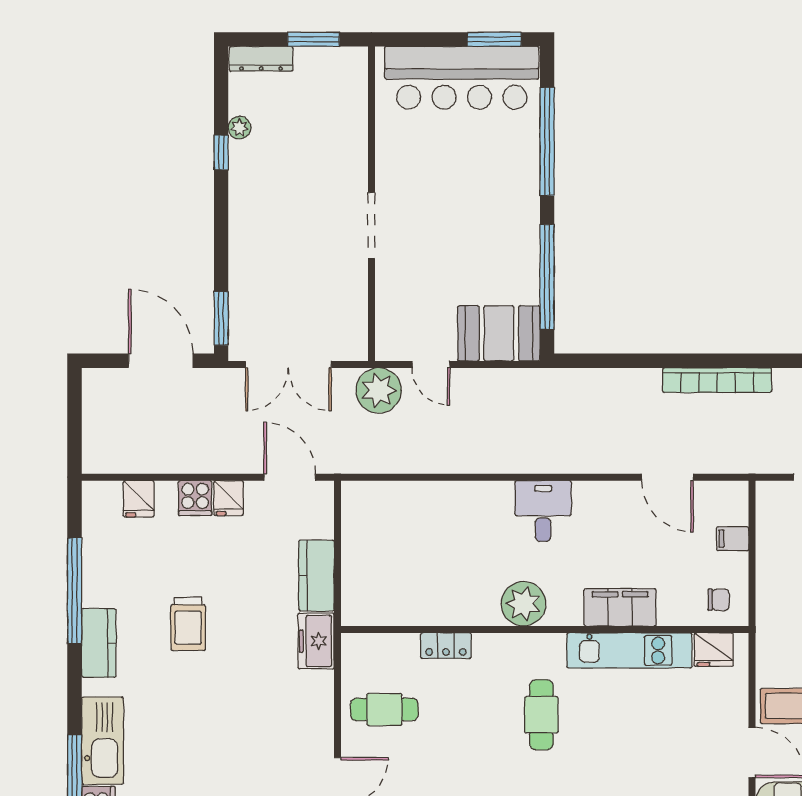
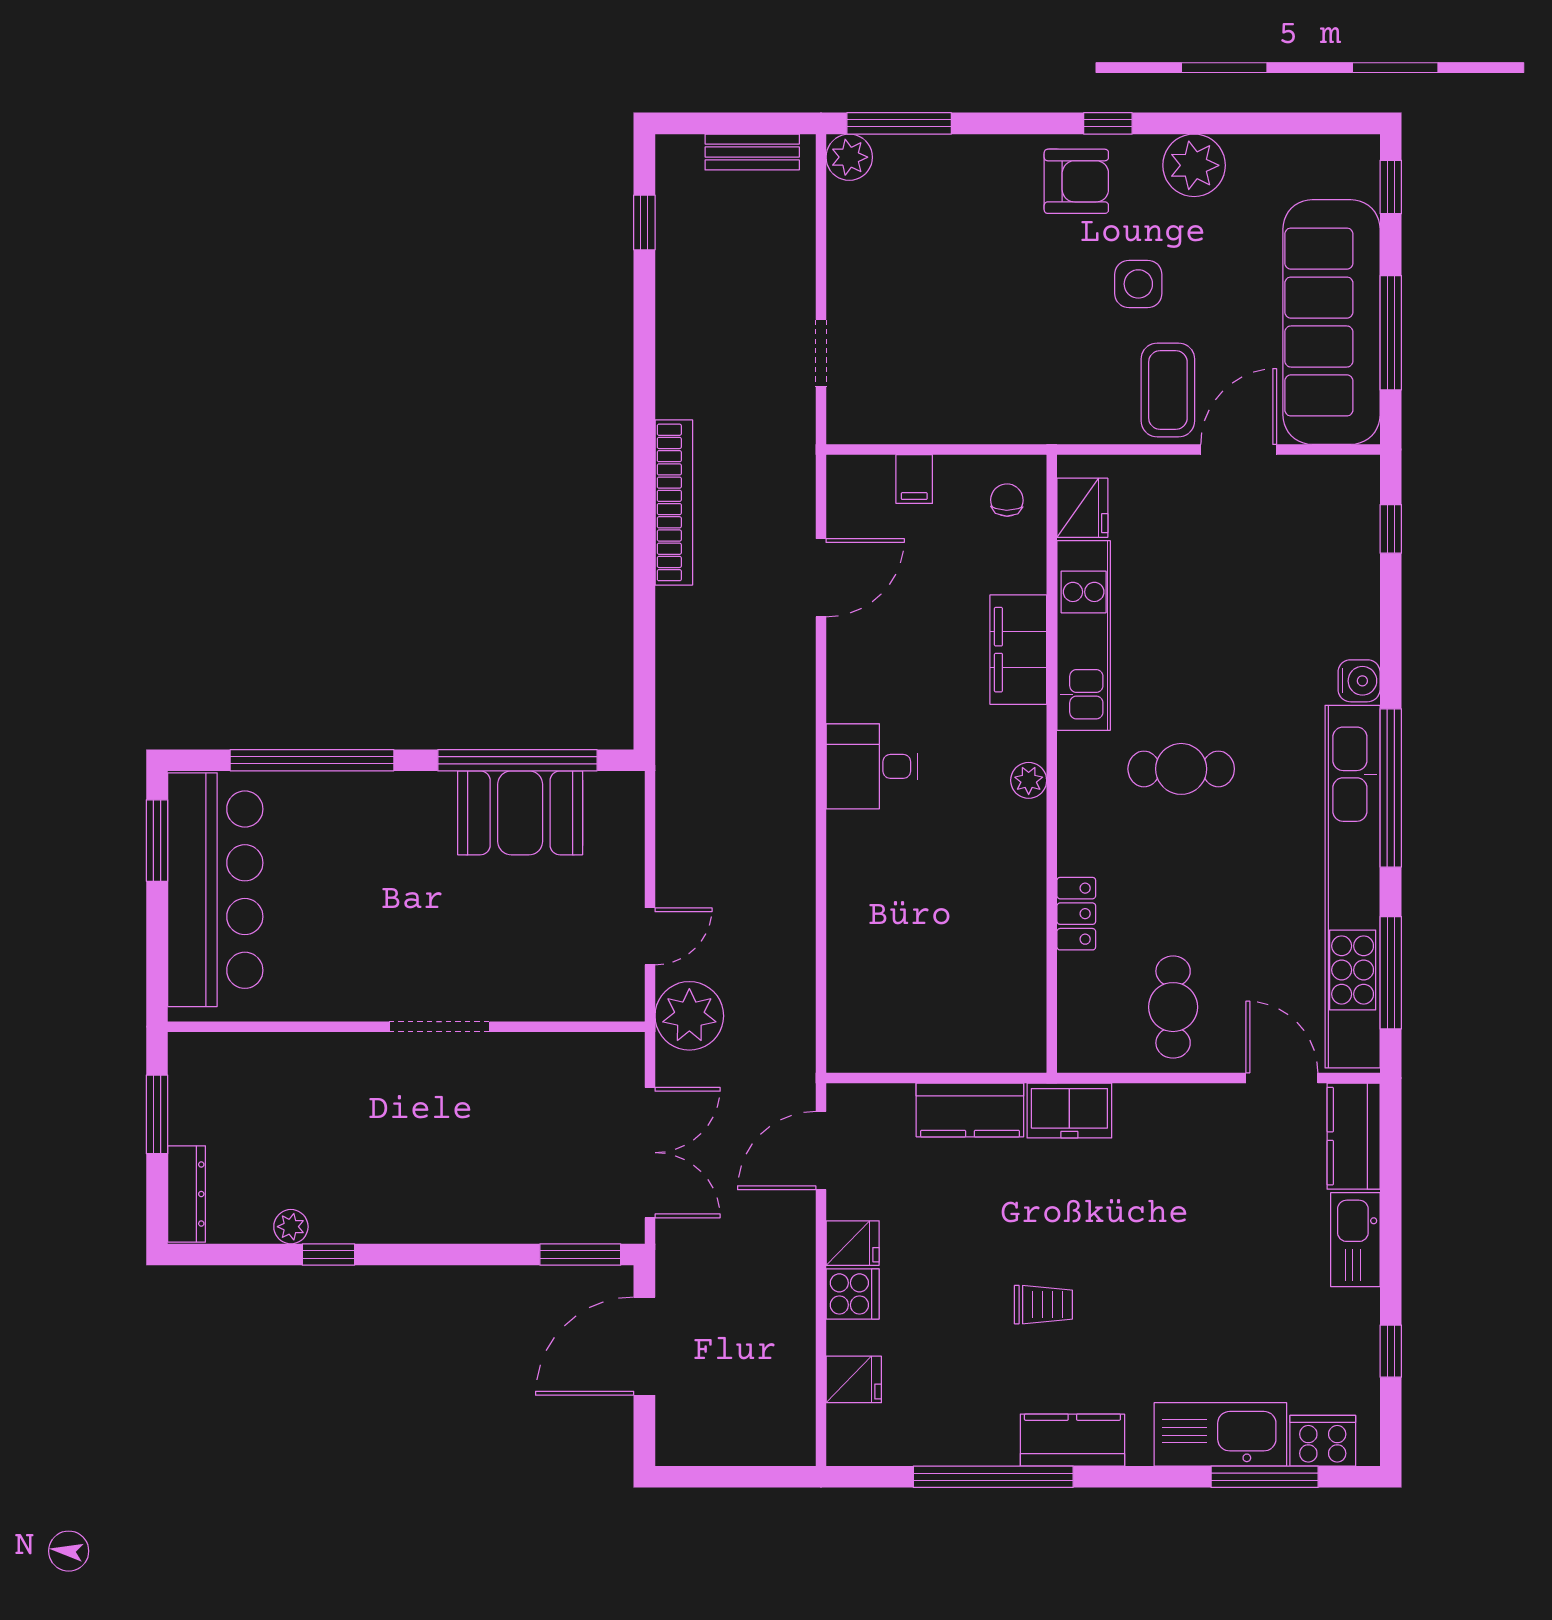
booth: (499, 333) -> (520, 813), moved, turned 90
plant: (523, 604) -> (1029, 780), width x0.53, depth x0.53
trolley: (188, 624) -> (1043, 1305), width x0.73, depth x0.72

